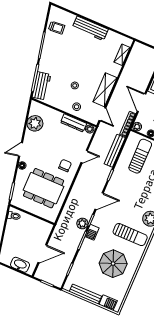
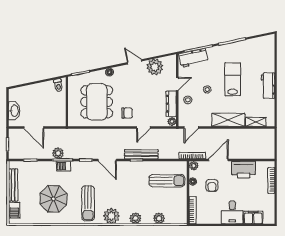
trolley: (57, 28) -> (255, 49), removed
workbench: (90, 28) -> (268, 86), width x0.73
lab bench: (75, 59) -> (233, 79), added
shelving: (105, 90) -> (228, 120), moved
door: (58, 110) -> (177, 84), added
door: (20, 149) -> (134, 62), moved
bench: (115, 151) -> (141, 154), moved
door: (84, 157) -> (143, 128), hinge flipped
plant: (82, 223) -> (58, 153), moved
barbecue: (92, 232) -> (64, 166), moved

